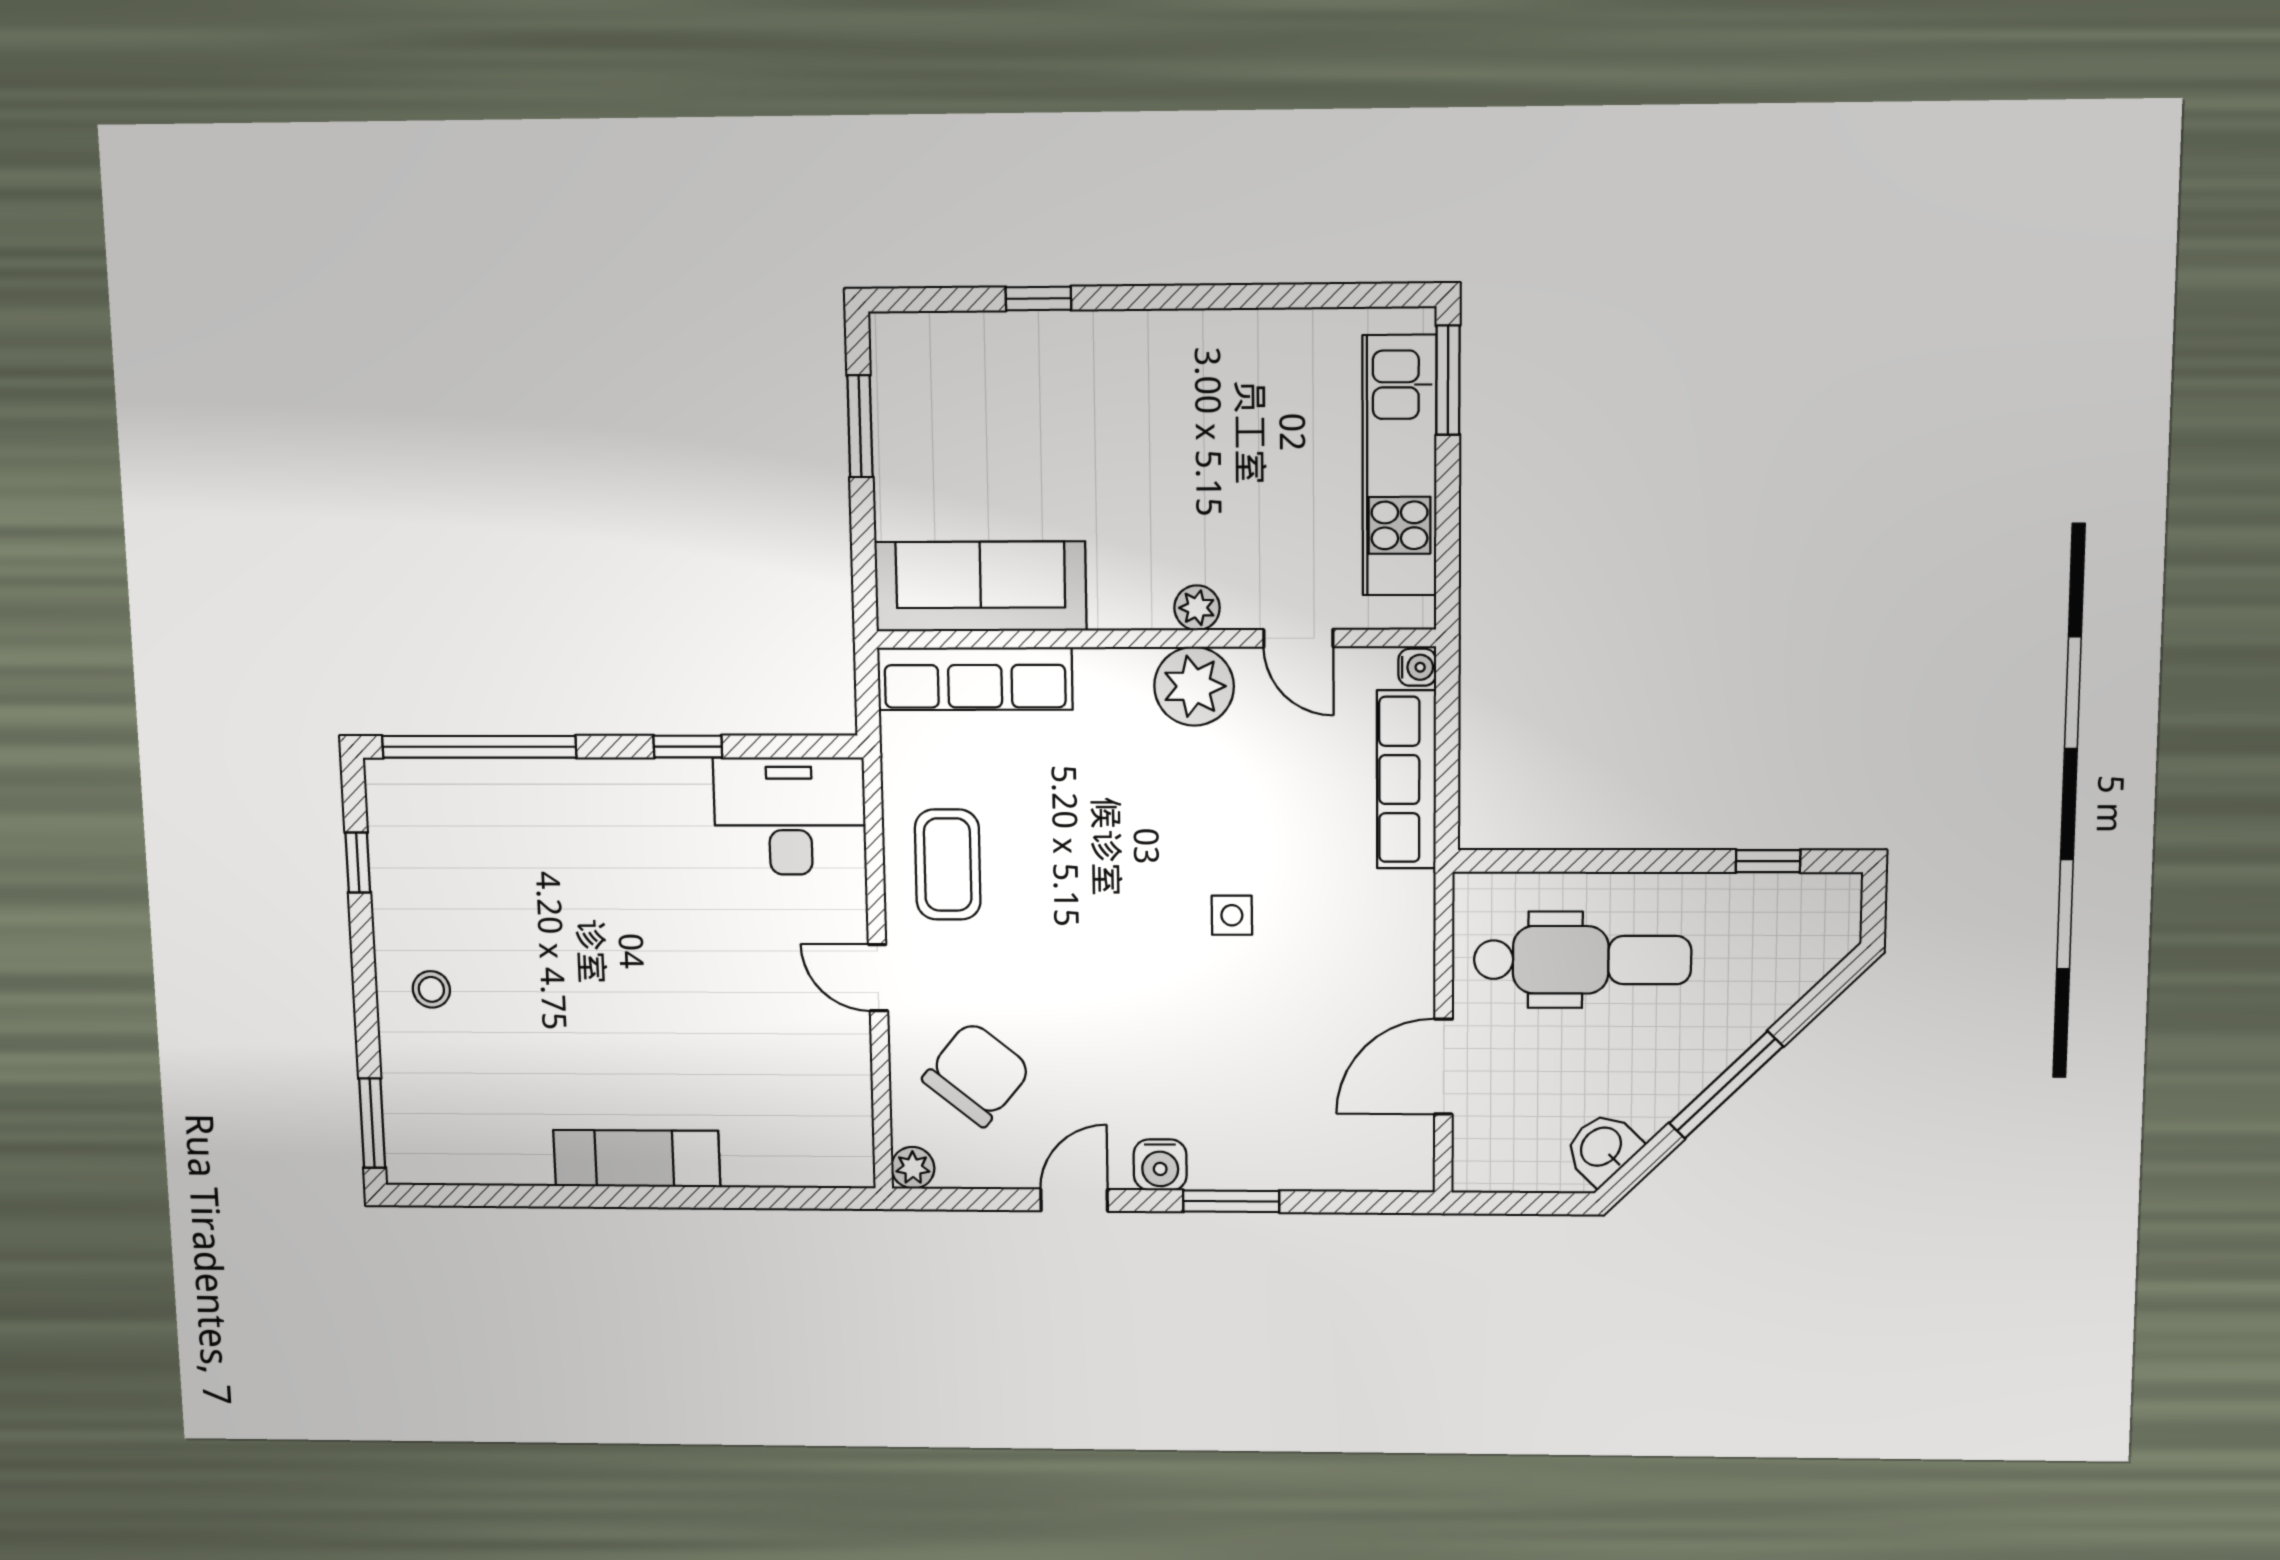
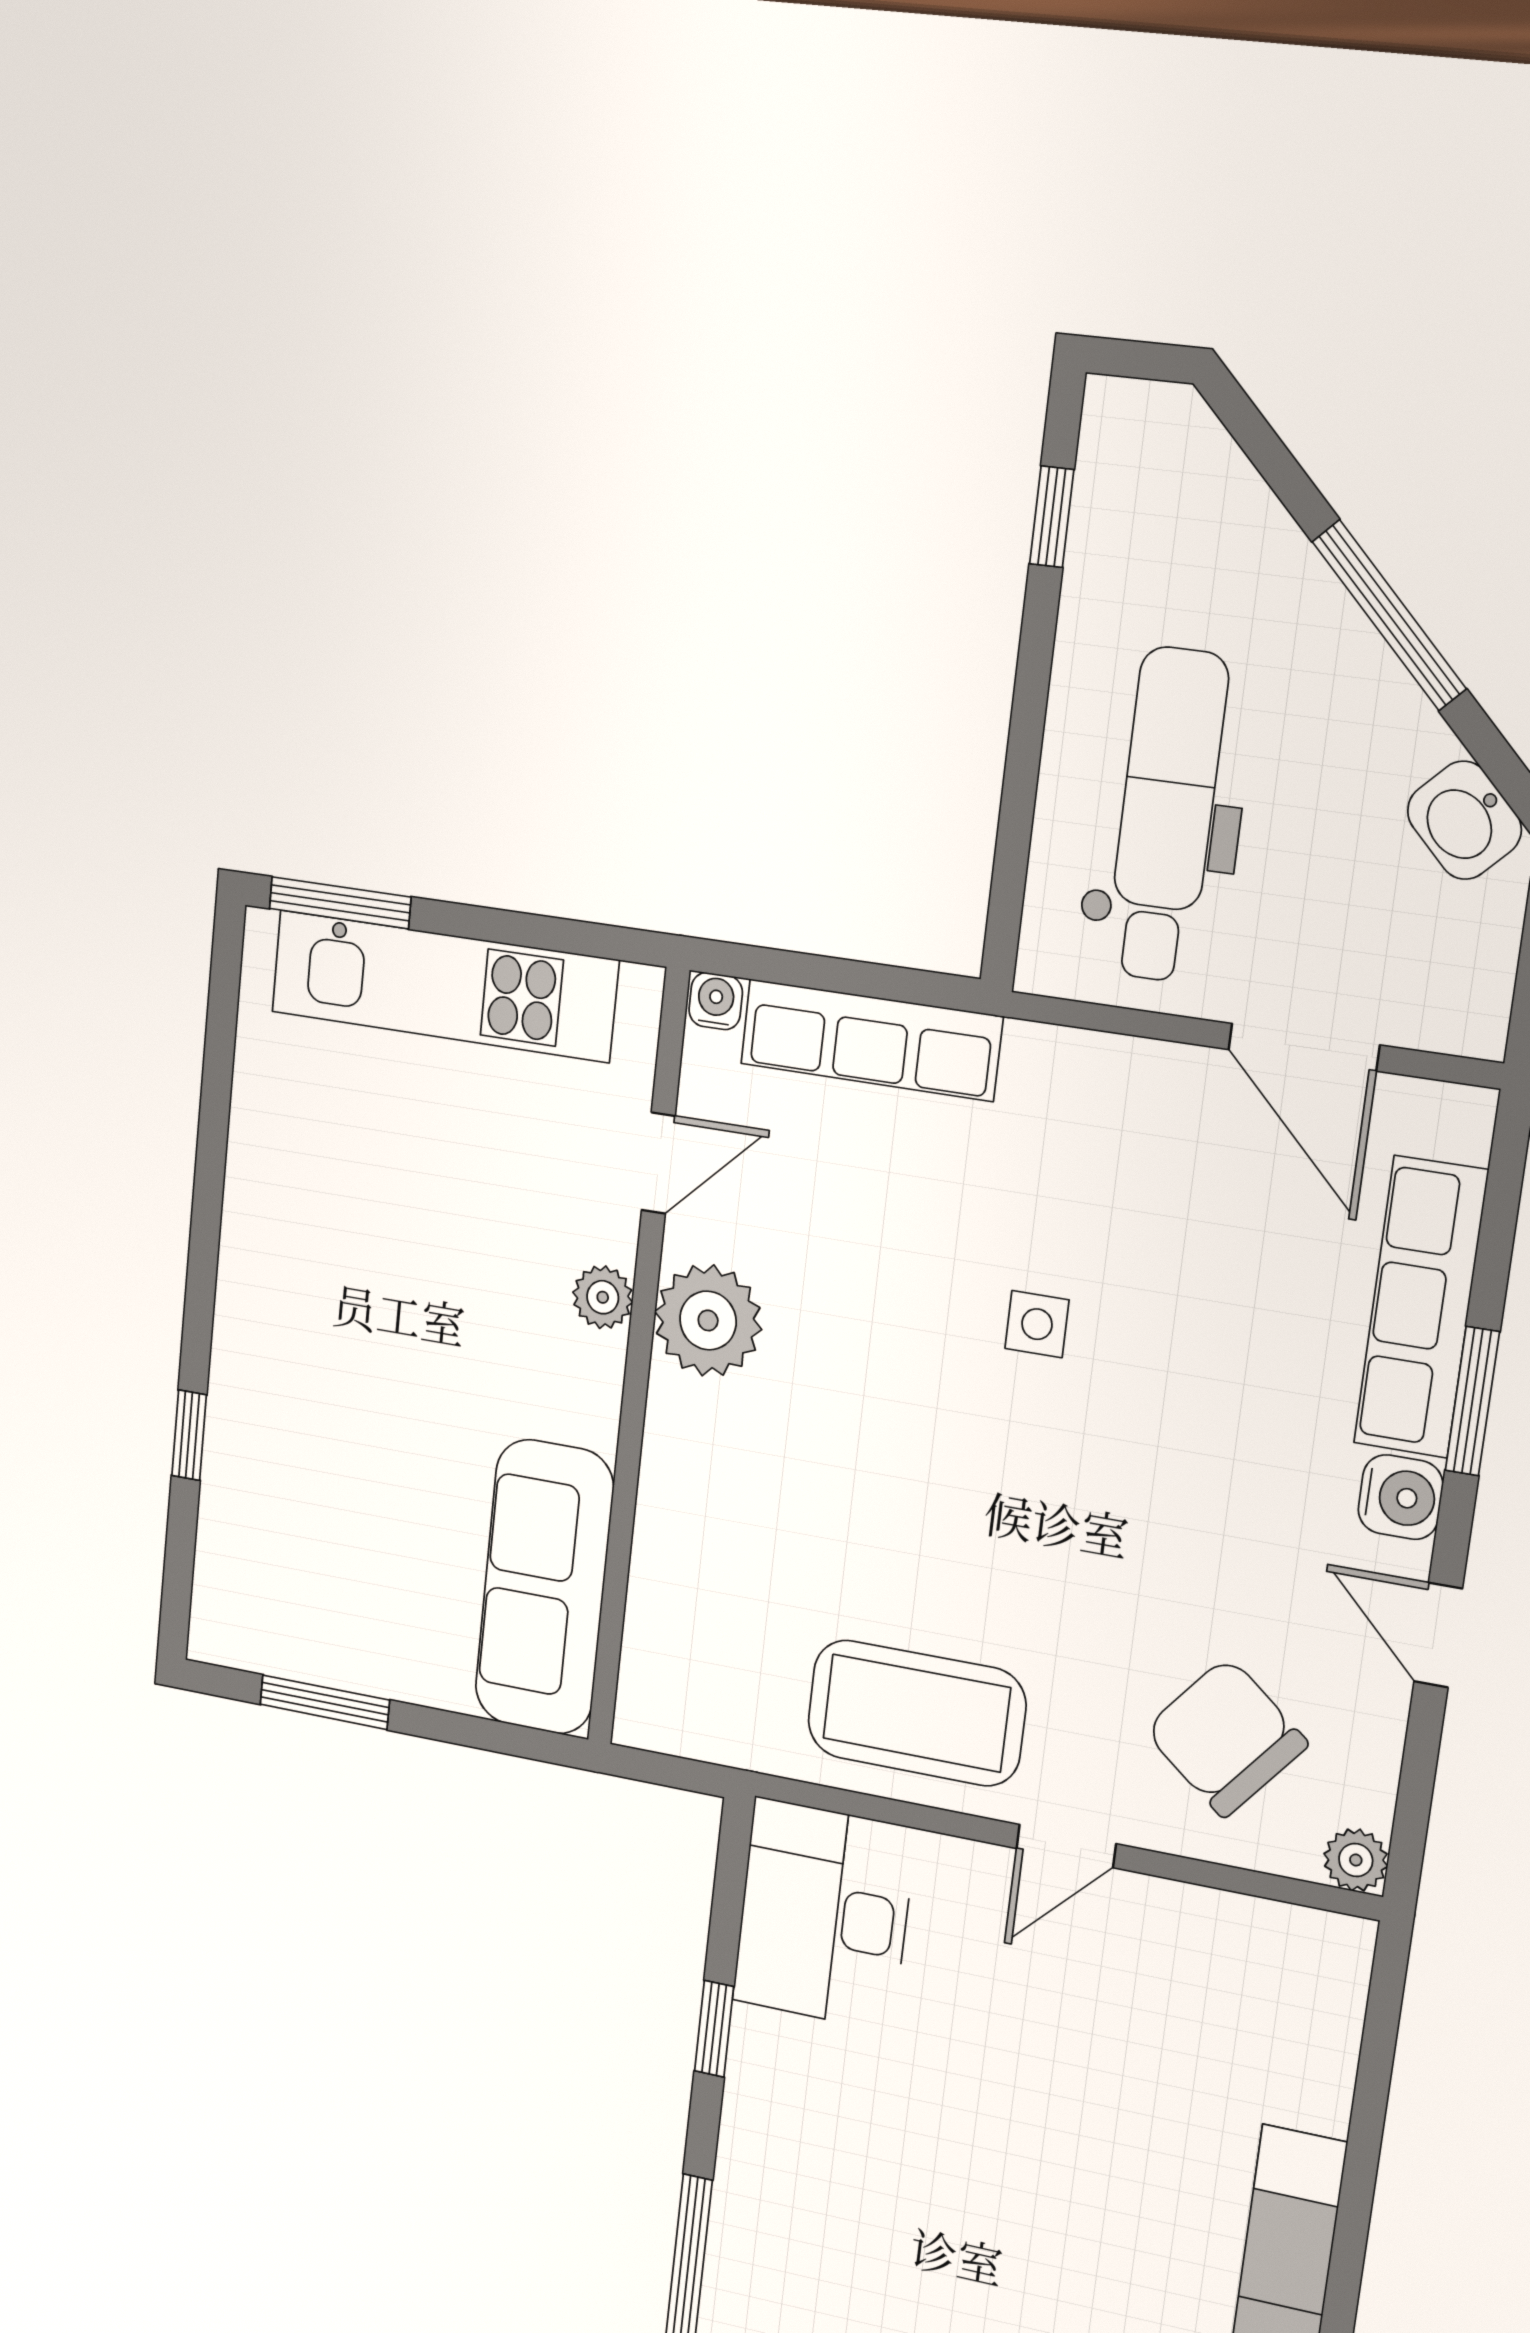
row of seats: (975, 679) -> (1421, 1307), moved, turned 180
coffee table: (948, 865) -> (916, 1713), width x1.36, depth x1.32

